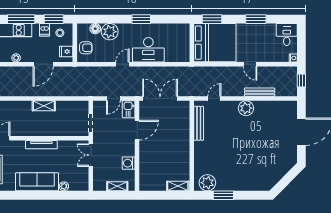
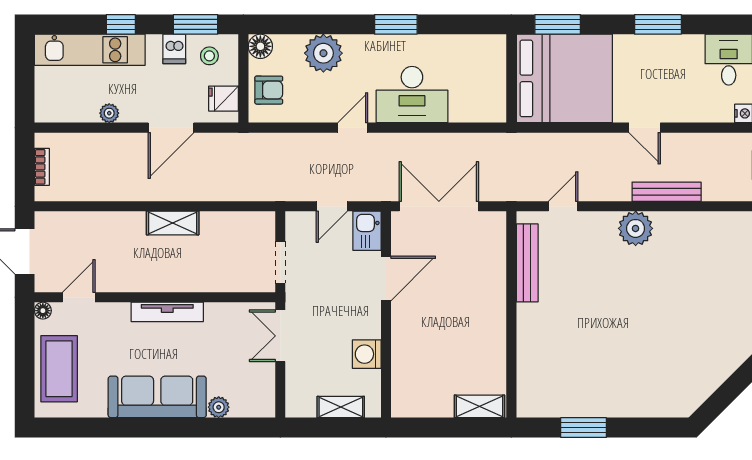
window: (21, 19) -> (121, 24), width x0.46
floor lamp: (95, 29) -> (260, 46), moved
plant: (207, 183) -> (547, 399), removed

